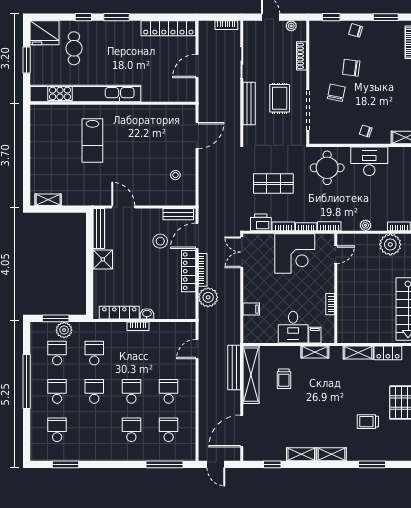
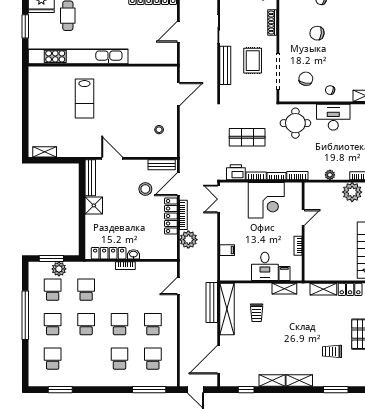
chair: (336, 93) -> (306, 79), moved
door: (336, 255) -> (303, 218), moved

